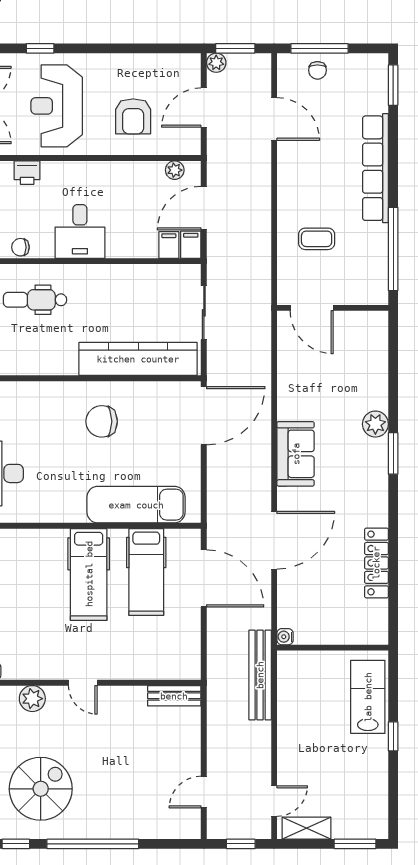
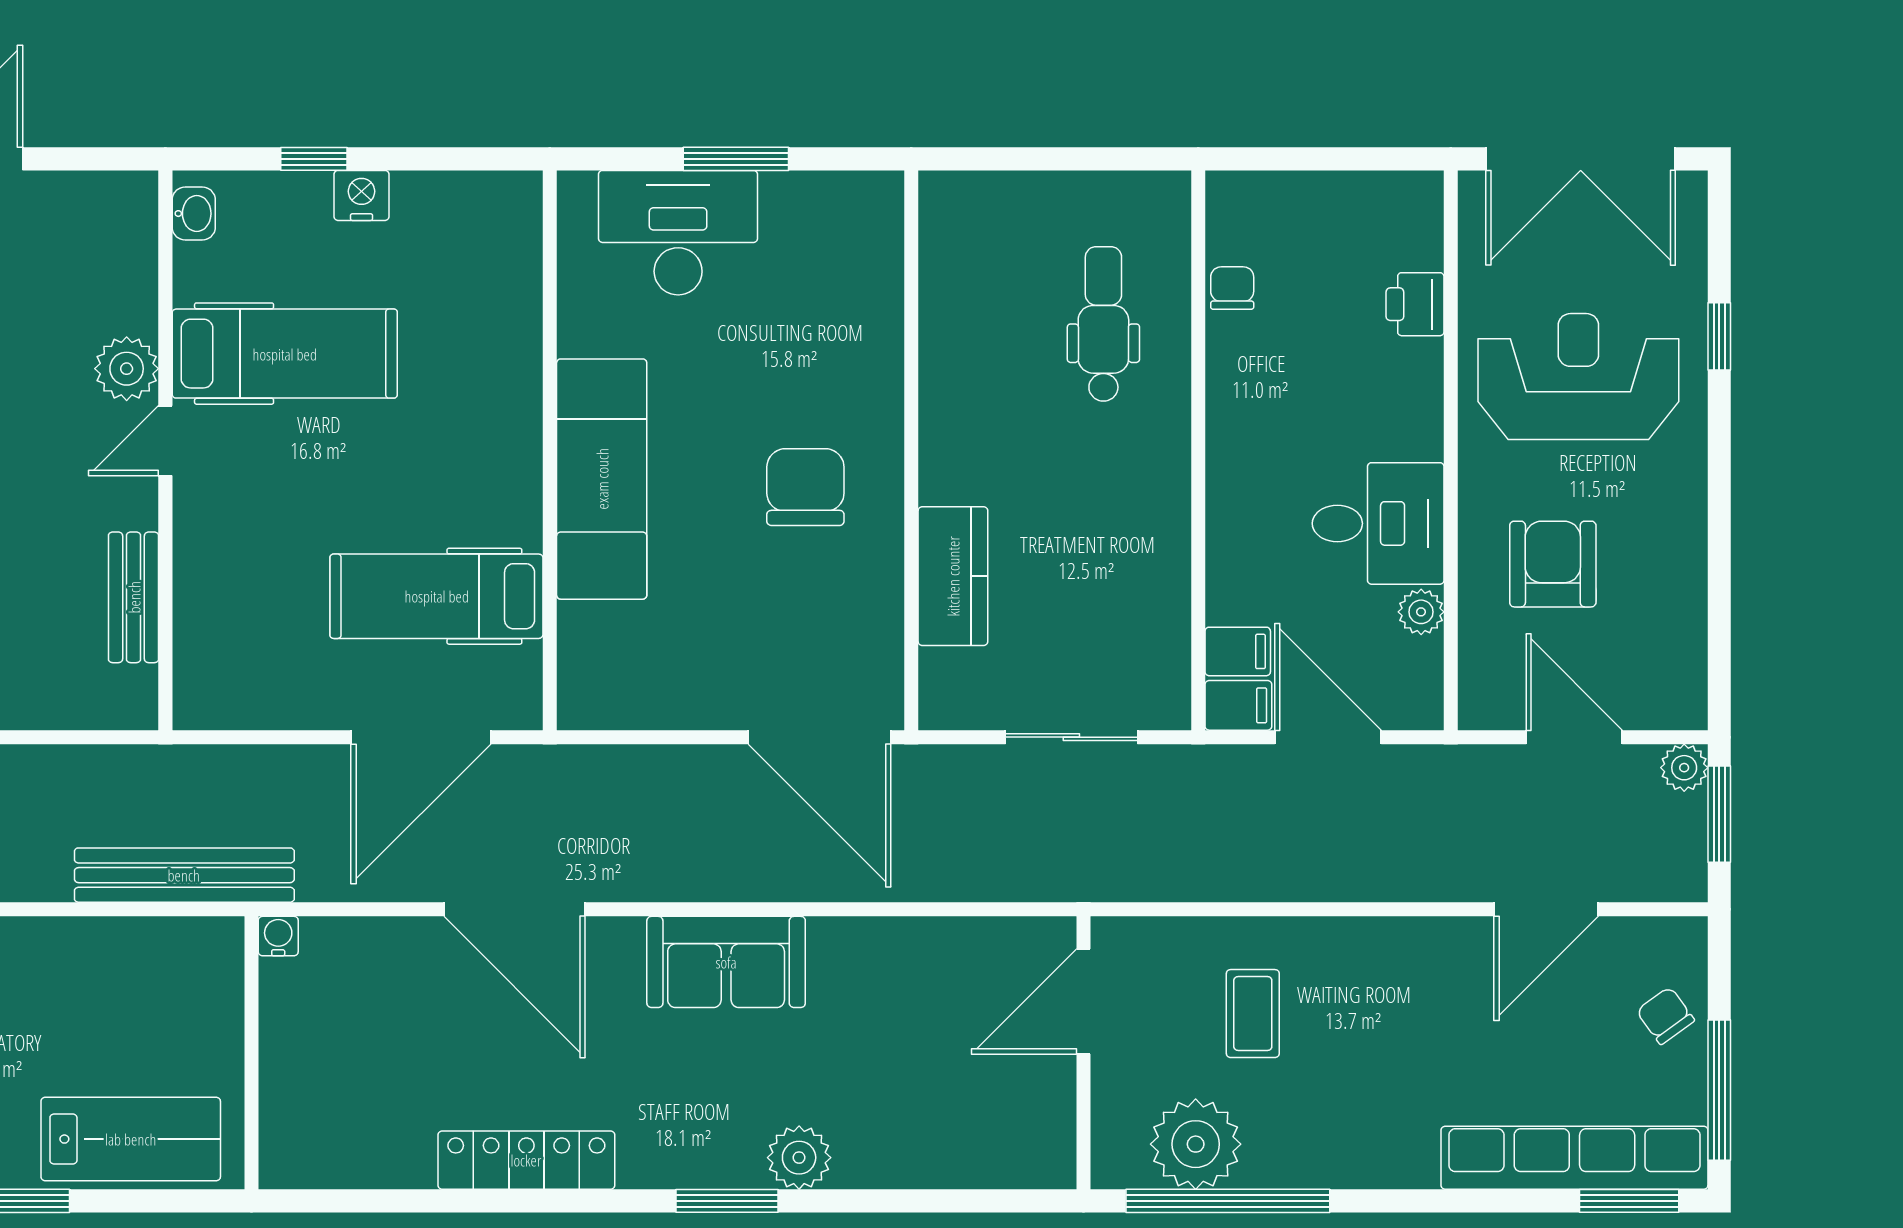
window: (320, 48) -> (1719, 1090), moved
chair: (317, 70) -> (1665, 1016), turned 54
armchair: (133, 116) -> (1553, 564), turned 90
row of seats: (375, 168) -> (1574, 1158), moved
plant: (175, 170) -> (1421, 612), moved
desk: (80, 231) -> (1378, 523), moved, turned 180
plant: (370, 262) -> (1196, 1144), added
kitchen counter: (138, 359) -> (953, 576), width x0.48, depth x0.86
exam couch: (136, 505) -> (602, 479), moved
locker: (376, 563) -> (526, 1160), moved
hospital bed: (89, 574) -> (285, 354), moved, turned 180
bench: (174, 696) -> (134, 597), moved
plant: (32, 699) -> (127, 369), moved

